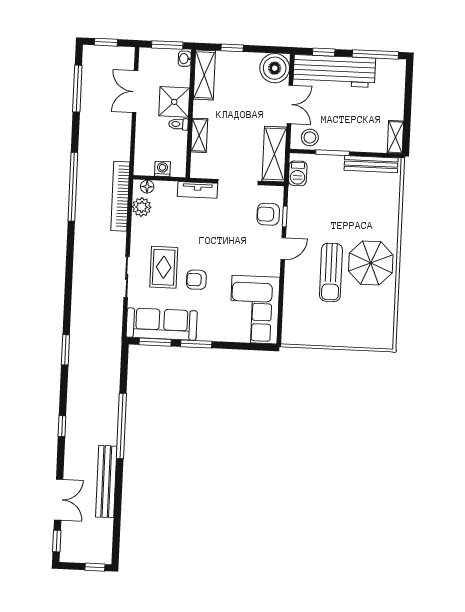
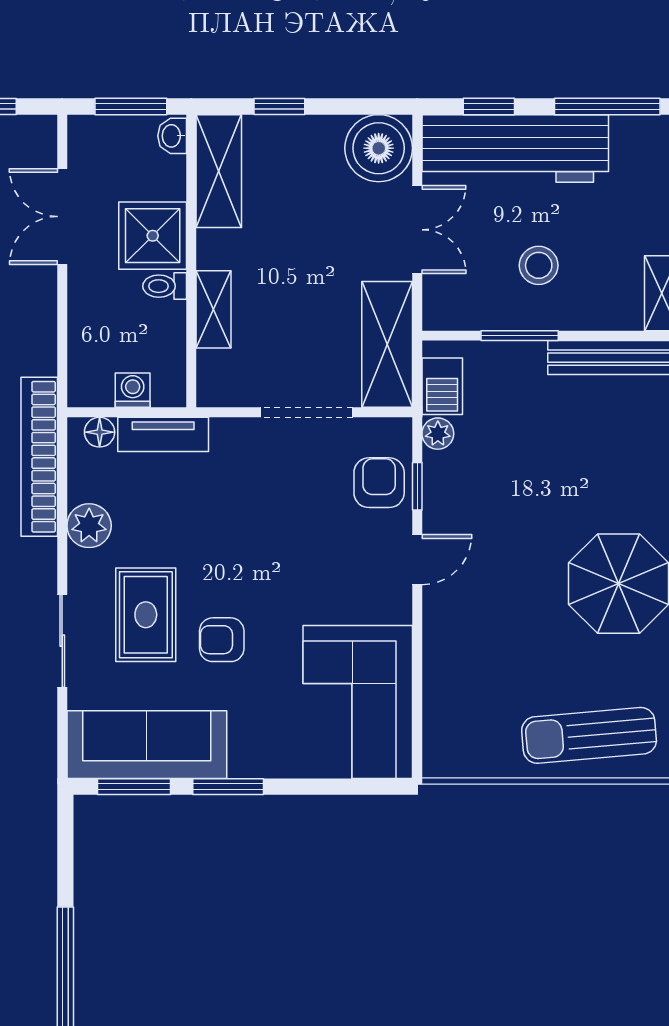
stool: (310, 137) -> (539, 265), moved
tv unit: (198, 190) -> (163, 434), moved
plant: (295, 194) -> (438, 434), added
plant: (142, 207) -> (89, 526), moved
armchair: (268, 214) -> (379, 483), turned 90
sun lounger: (331, 272) -> (589, 735), moved, turned 85

